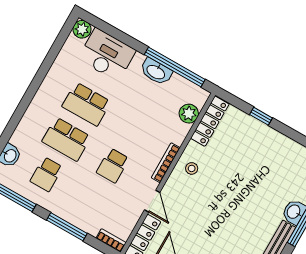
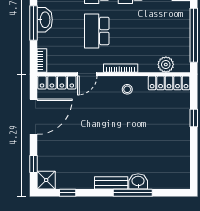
washbasin: (156, 72) -> (45, 20), moved, turned 180
school desk: (113, 166) -> (97, 31), width x1.85

